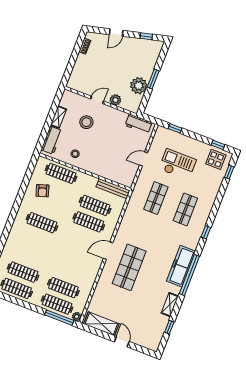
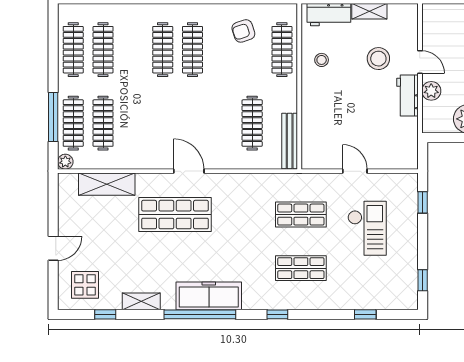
workbench: (138, 124) -> (408, 96), moved
display table: (216, 159) -> (85, 285), moved
window: (229, 172) -> (365, 314), moved
clothes rail: (89, 222) -> (163, 50), moved
window: (59, 318) -> (53, 117), moved
shelving: (101, 324) -> (107, 184), moved, turned 90

